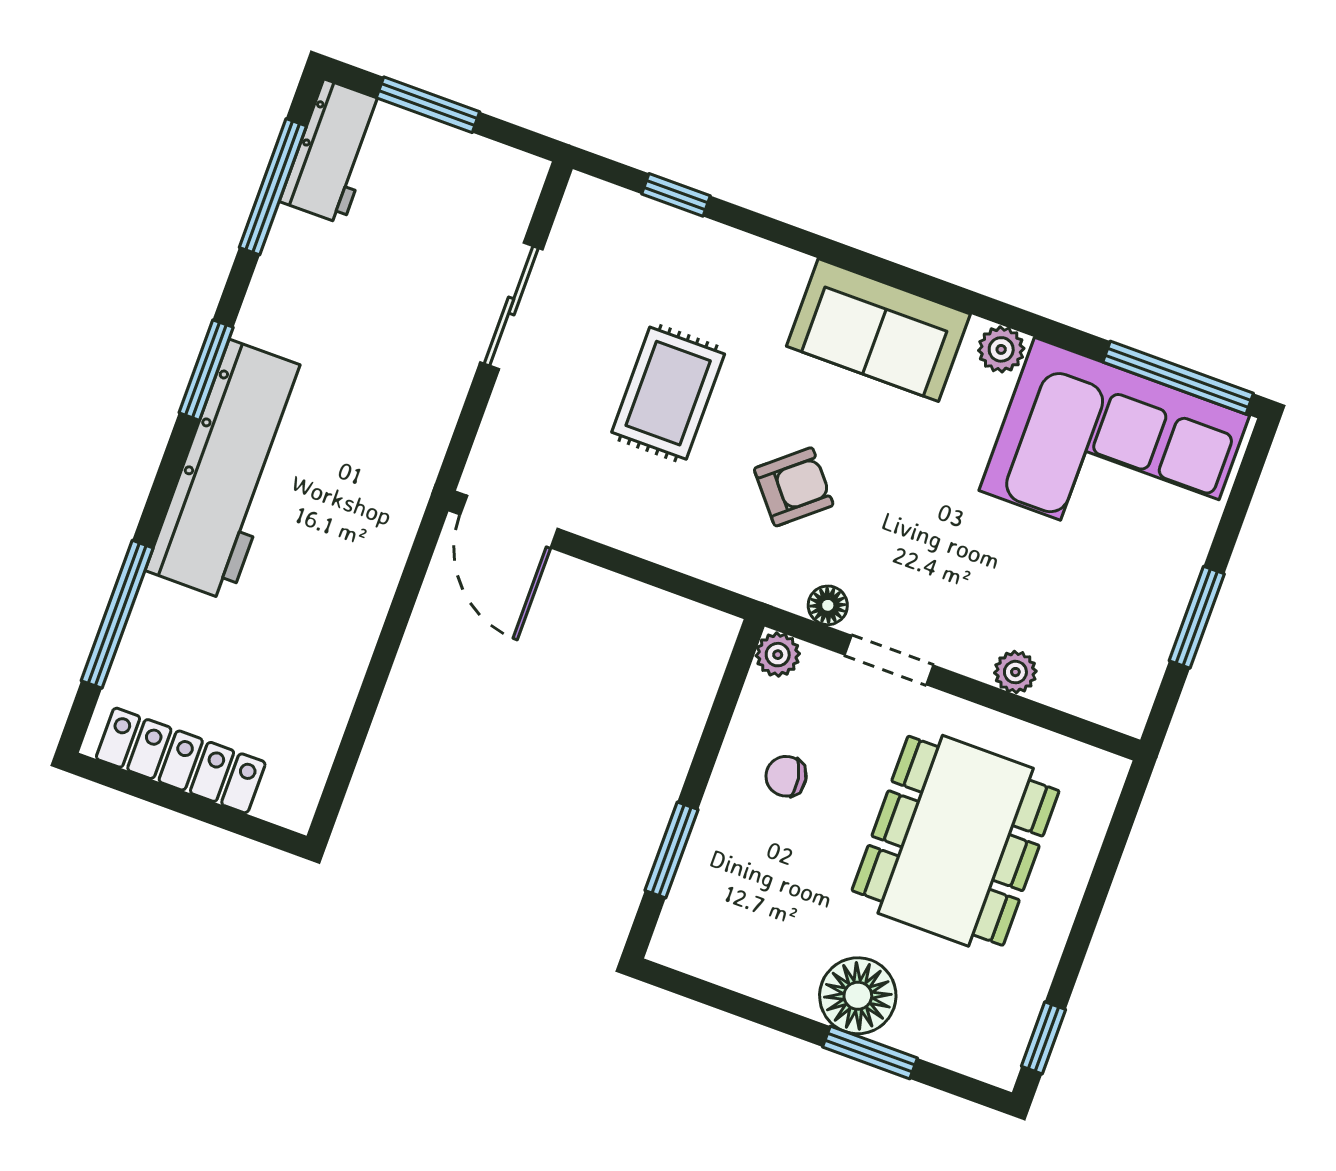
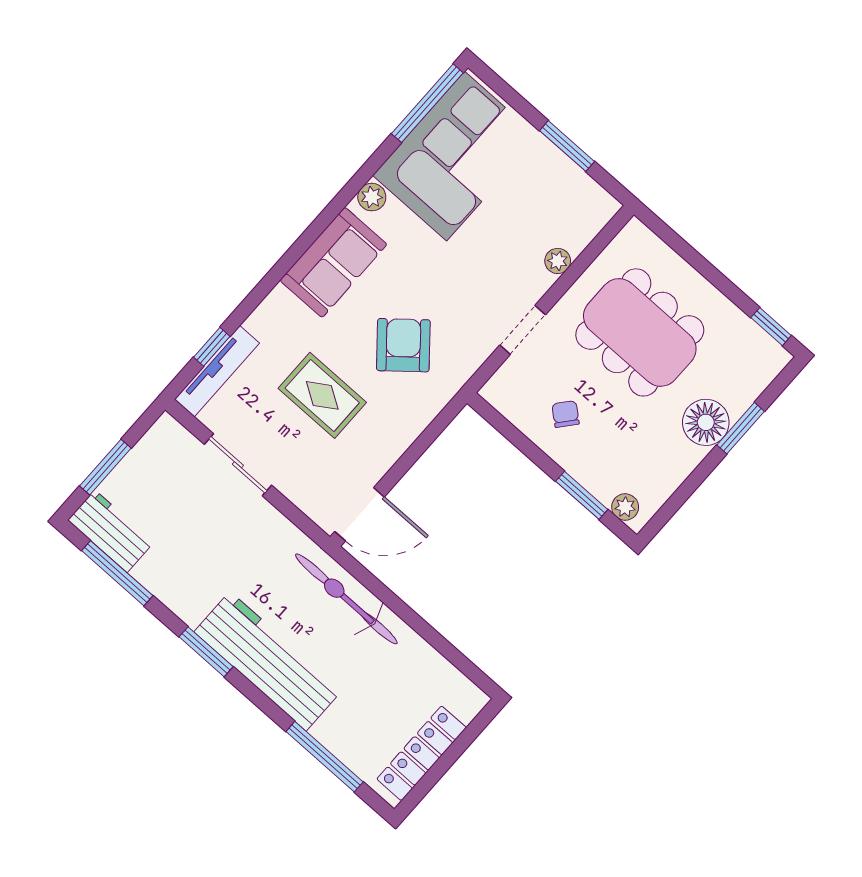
tv unit: (642, 218) -> (217, 371), added
armchair: (794, 487) -> (403, 345), width x1.38, depth x1.38
bicycle: (371, 552) -> (346, 599), added
floor lamp: (828, 605) -> (478, 352), removed
plant: (778, 655) -> (625, 507), moved
chair: (786, 776) -> (565, 414), turned 140

